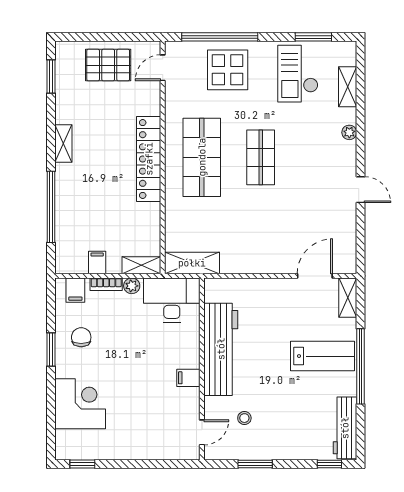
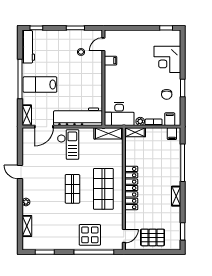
checkout: (298, 74) -> (68, 144), moved
filing cabinet: (97, 263) -> (172, 134), moved
workbench: (221, 349) -> (78, 117), moved, turned 90
filing cabinet: (188, 378) -> (110, 61), moved

